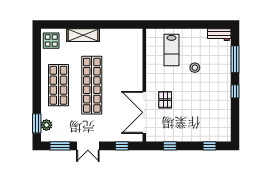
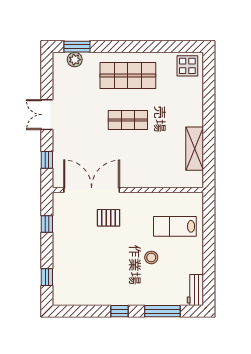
shelving: (83, 35) -> (195, 149), moved
shop shelf: (92, 85) -> (128, 120), width x0.50, depth x0.74
window: (60, 146) -> (47, 78), removed

